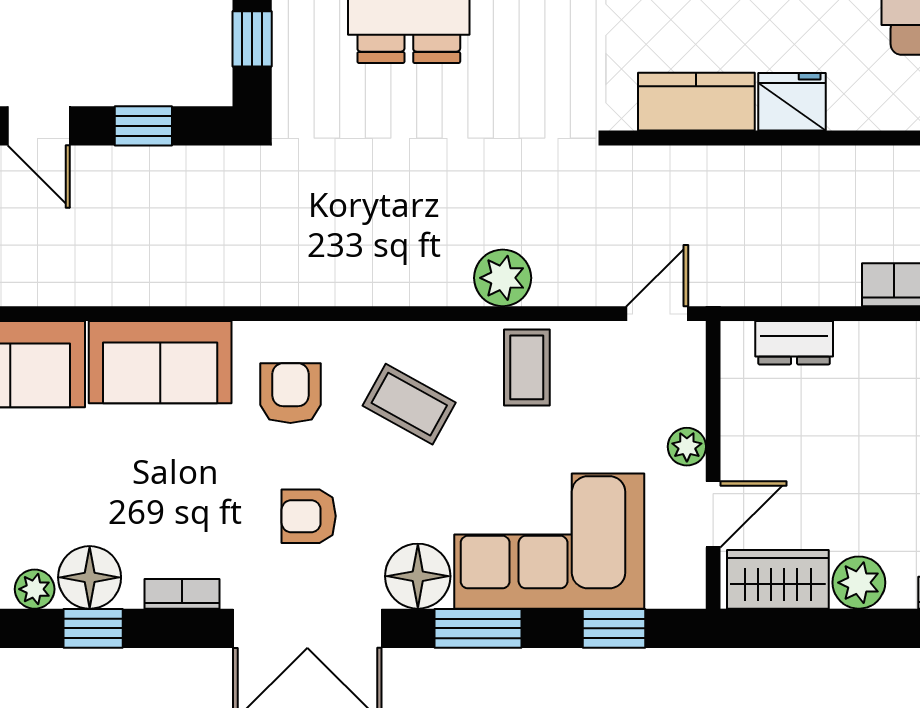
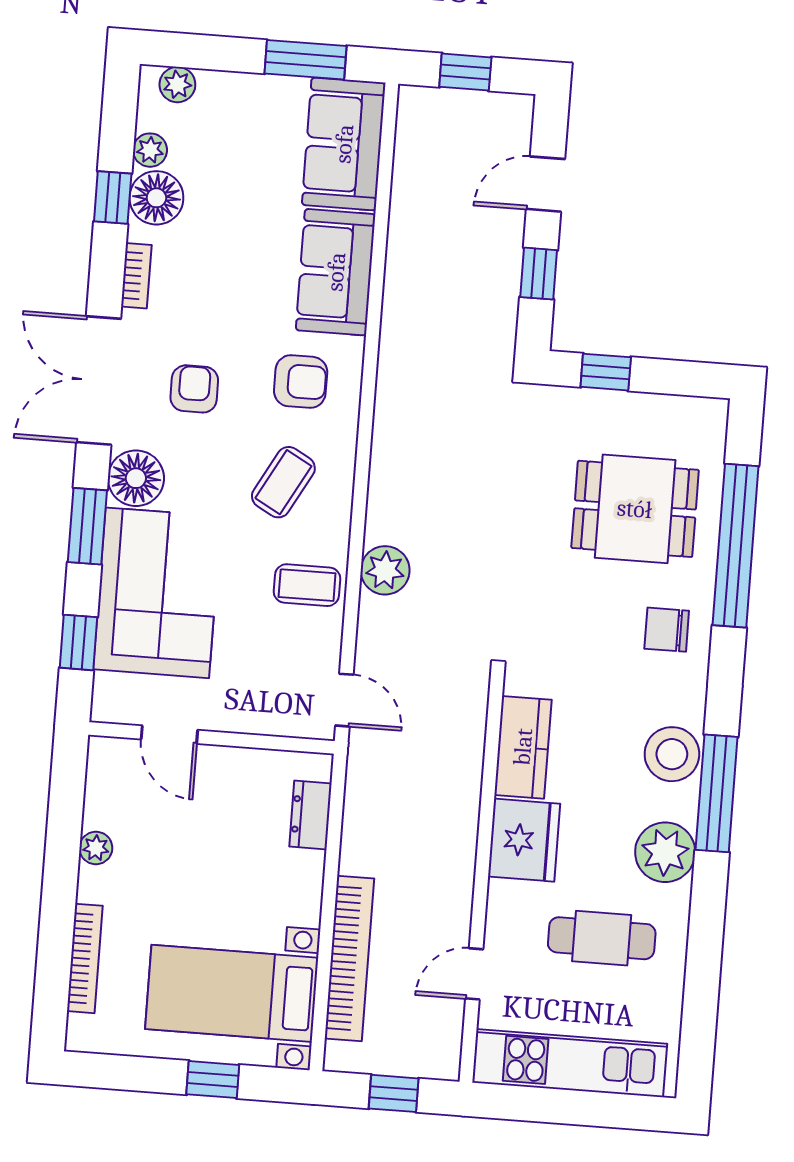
fridge: (792, 102) -> (524, 840), width x1.36, depth x1.34
plant: (687, 447) -> (229, 717), removed
wardrobe: (778, 579) -> (110, 786), removed
plant: (859, 583) -> (96, 848), width x0.73, depth x0.73

